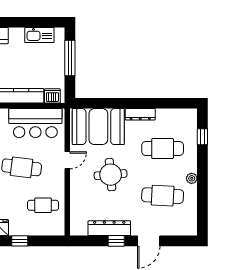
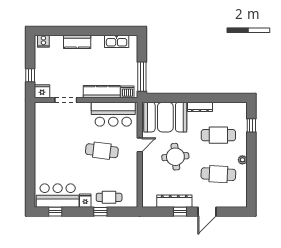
window: (70, 58) -> (142, 77), moved
cafe table: (43, 205) -> (109, 197), moved

